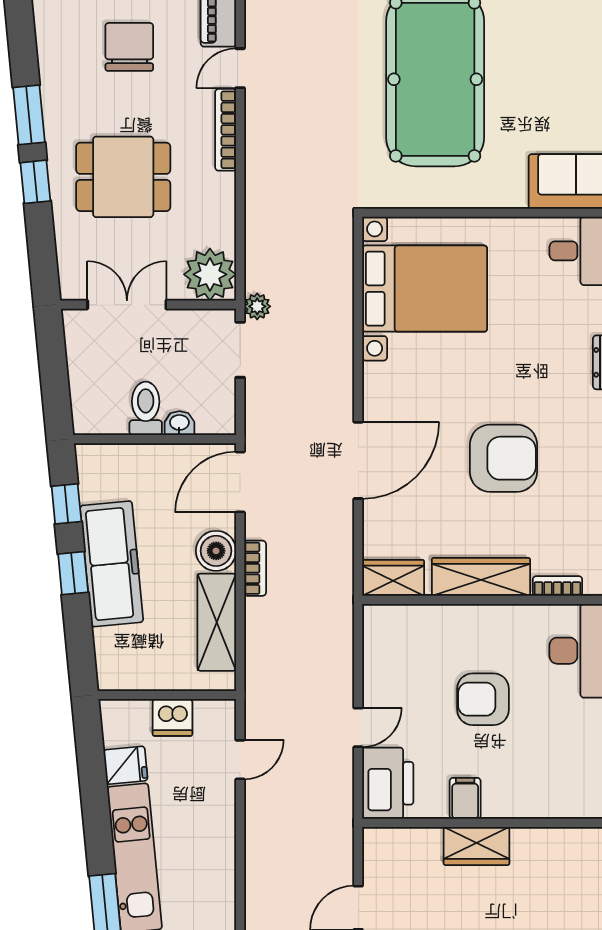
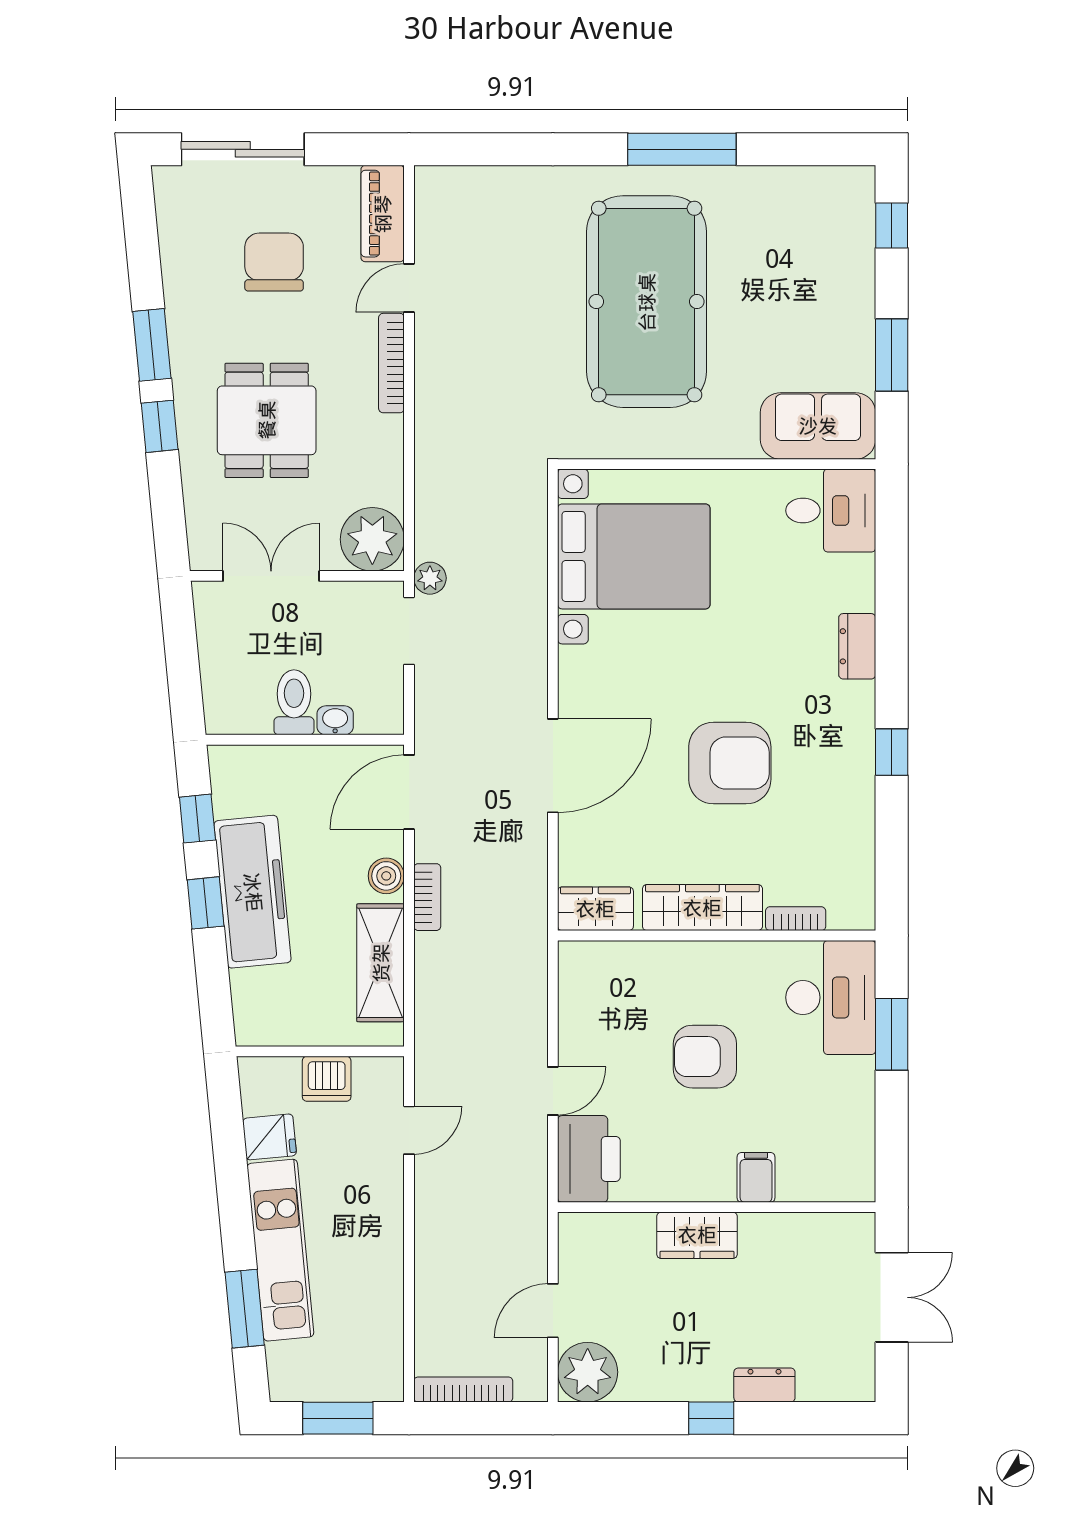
dining table: (123, 177) -> (267, 420), turned 90
boiler: (216, 551) -> (386, 876), width x0.73, depth x0.73
filing cabinet: (465, 798) -> (756, 1177), moved

